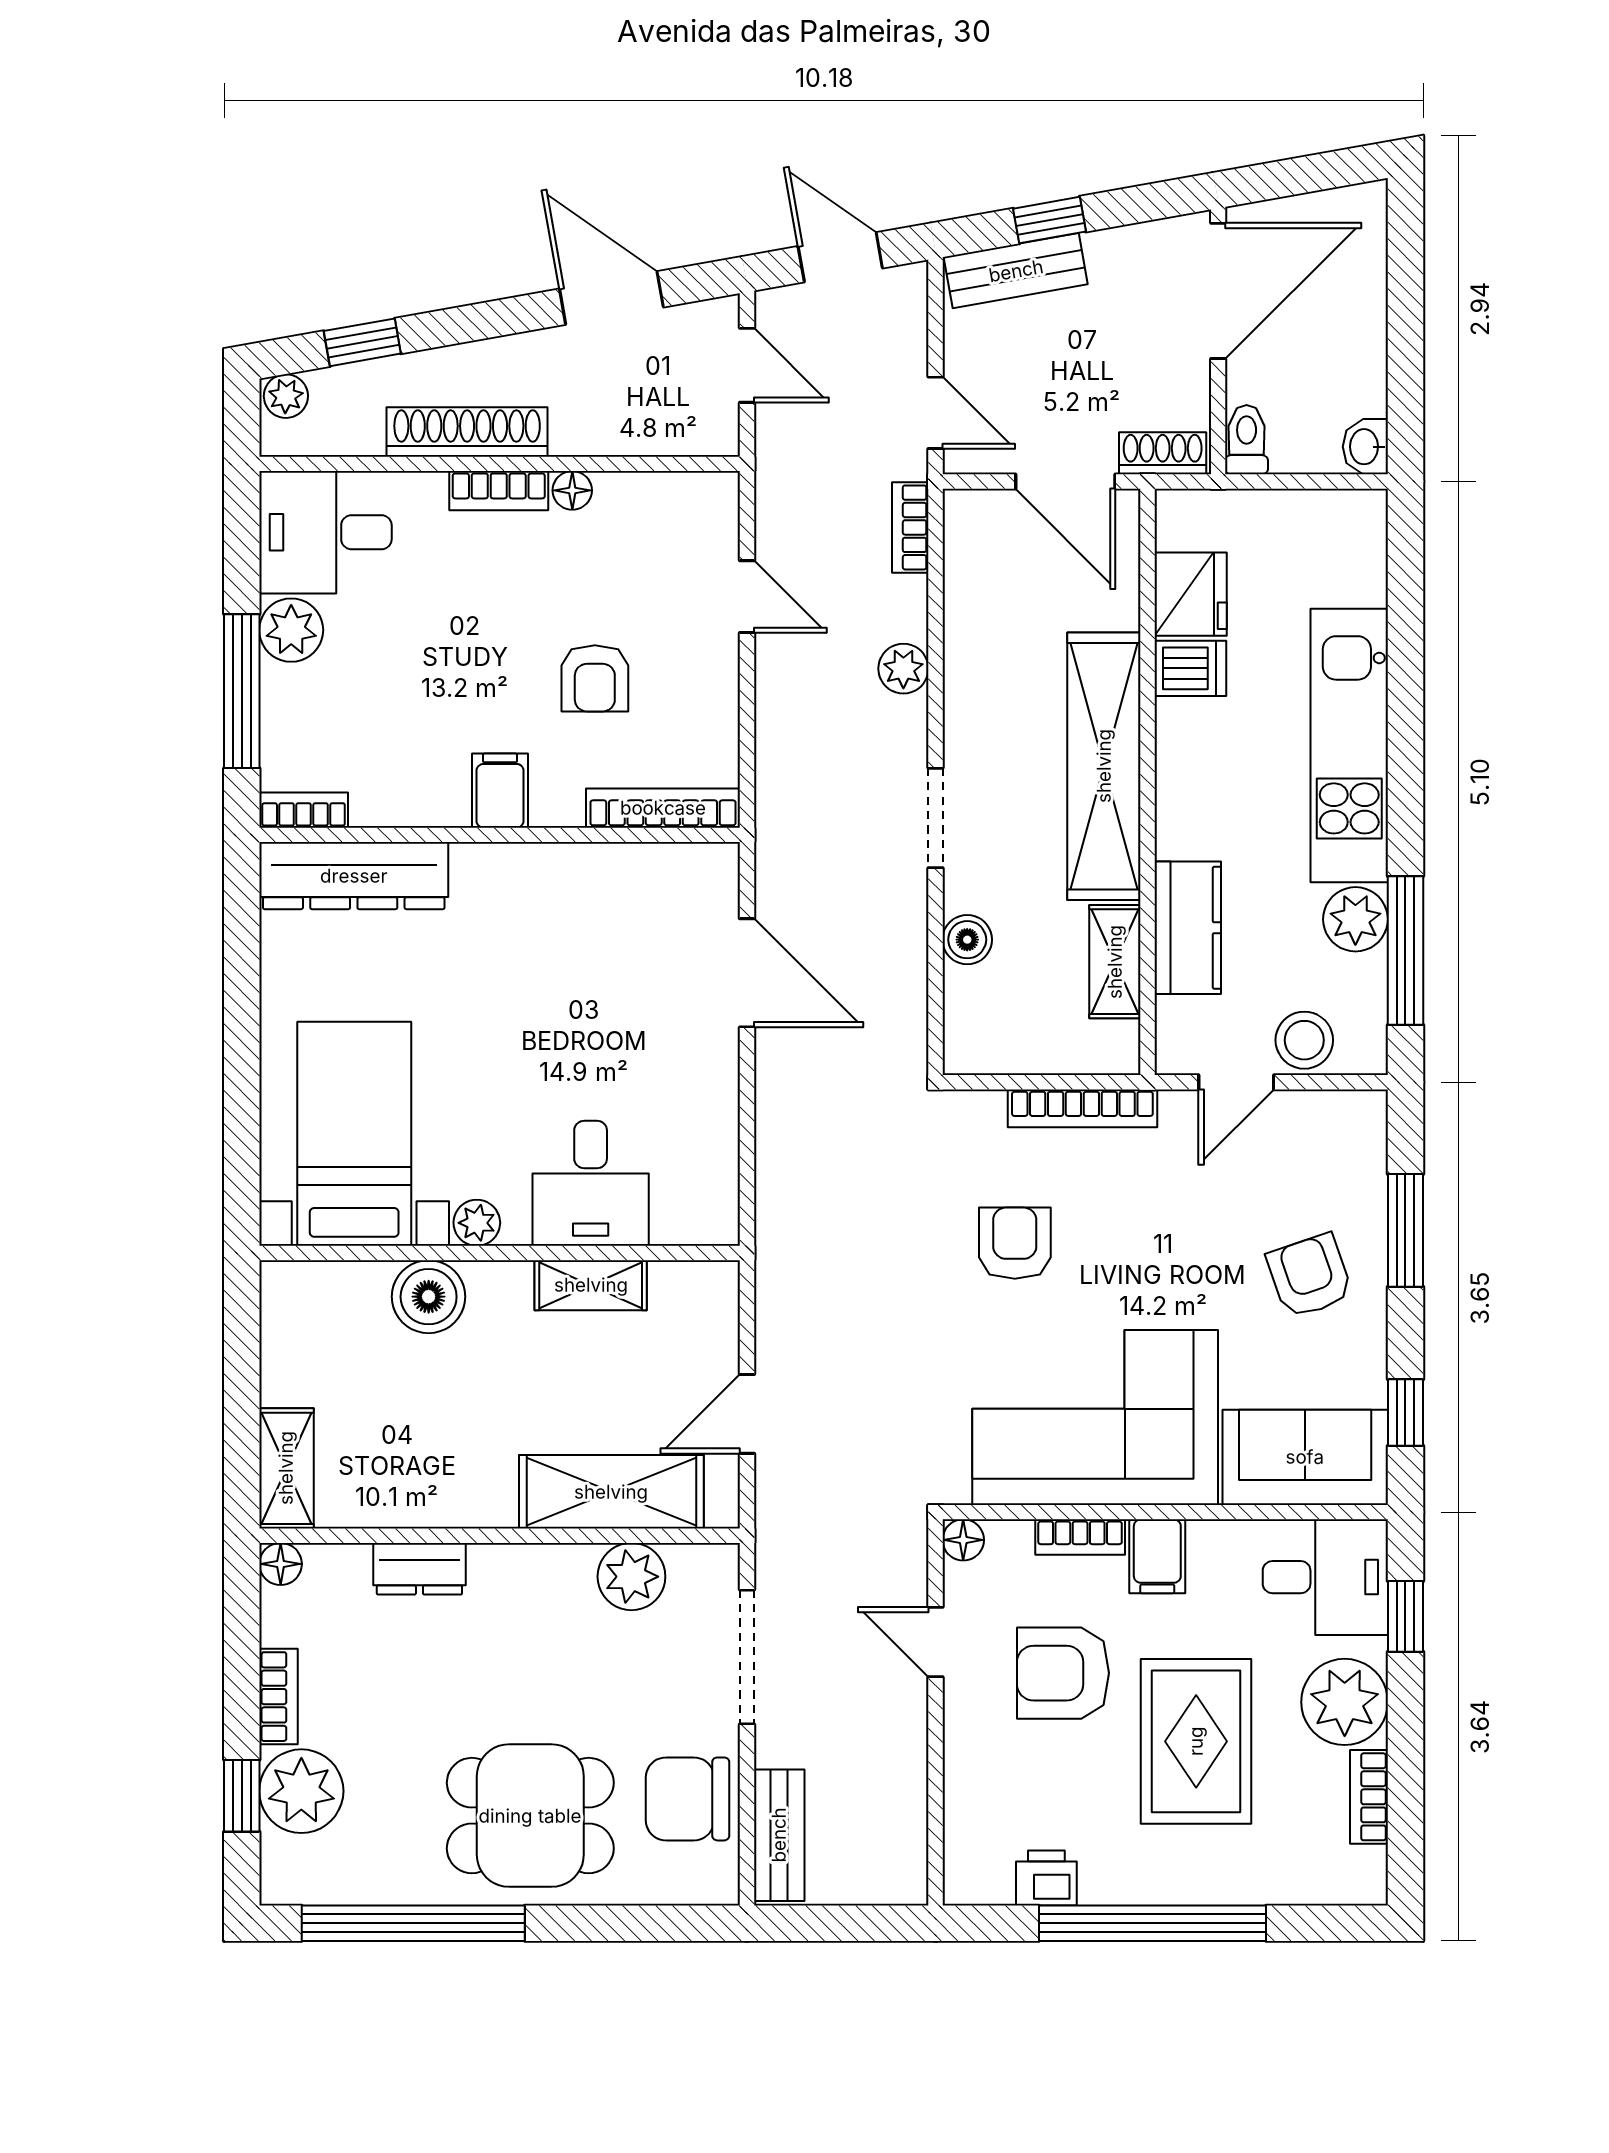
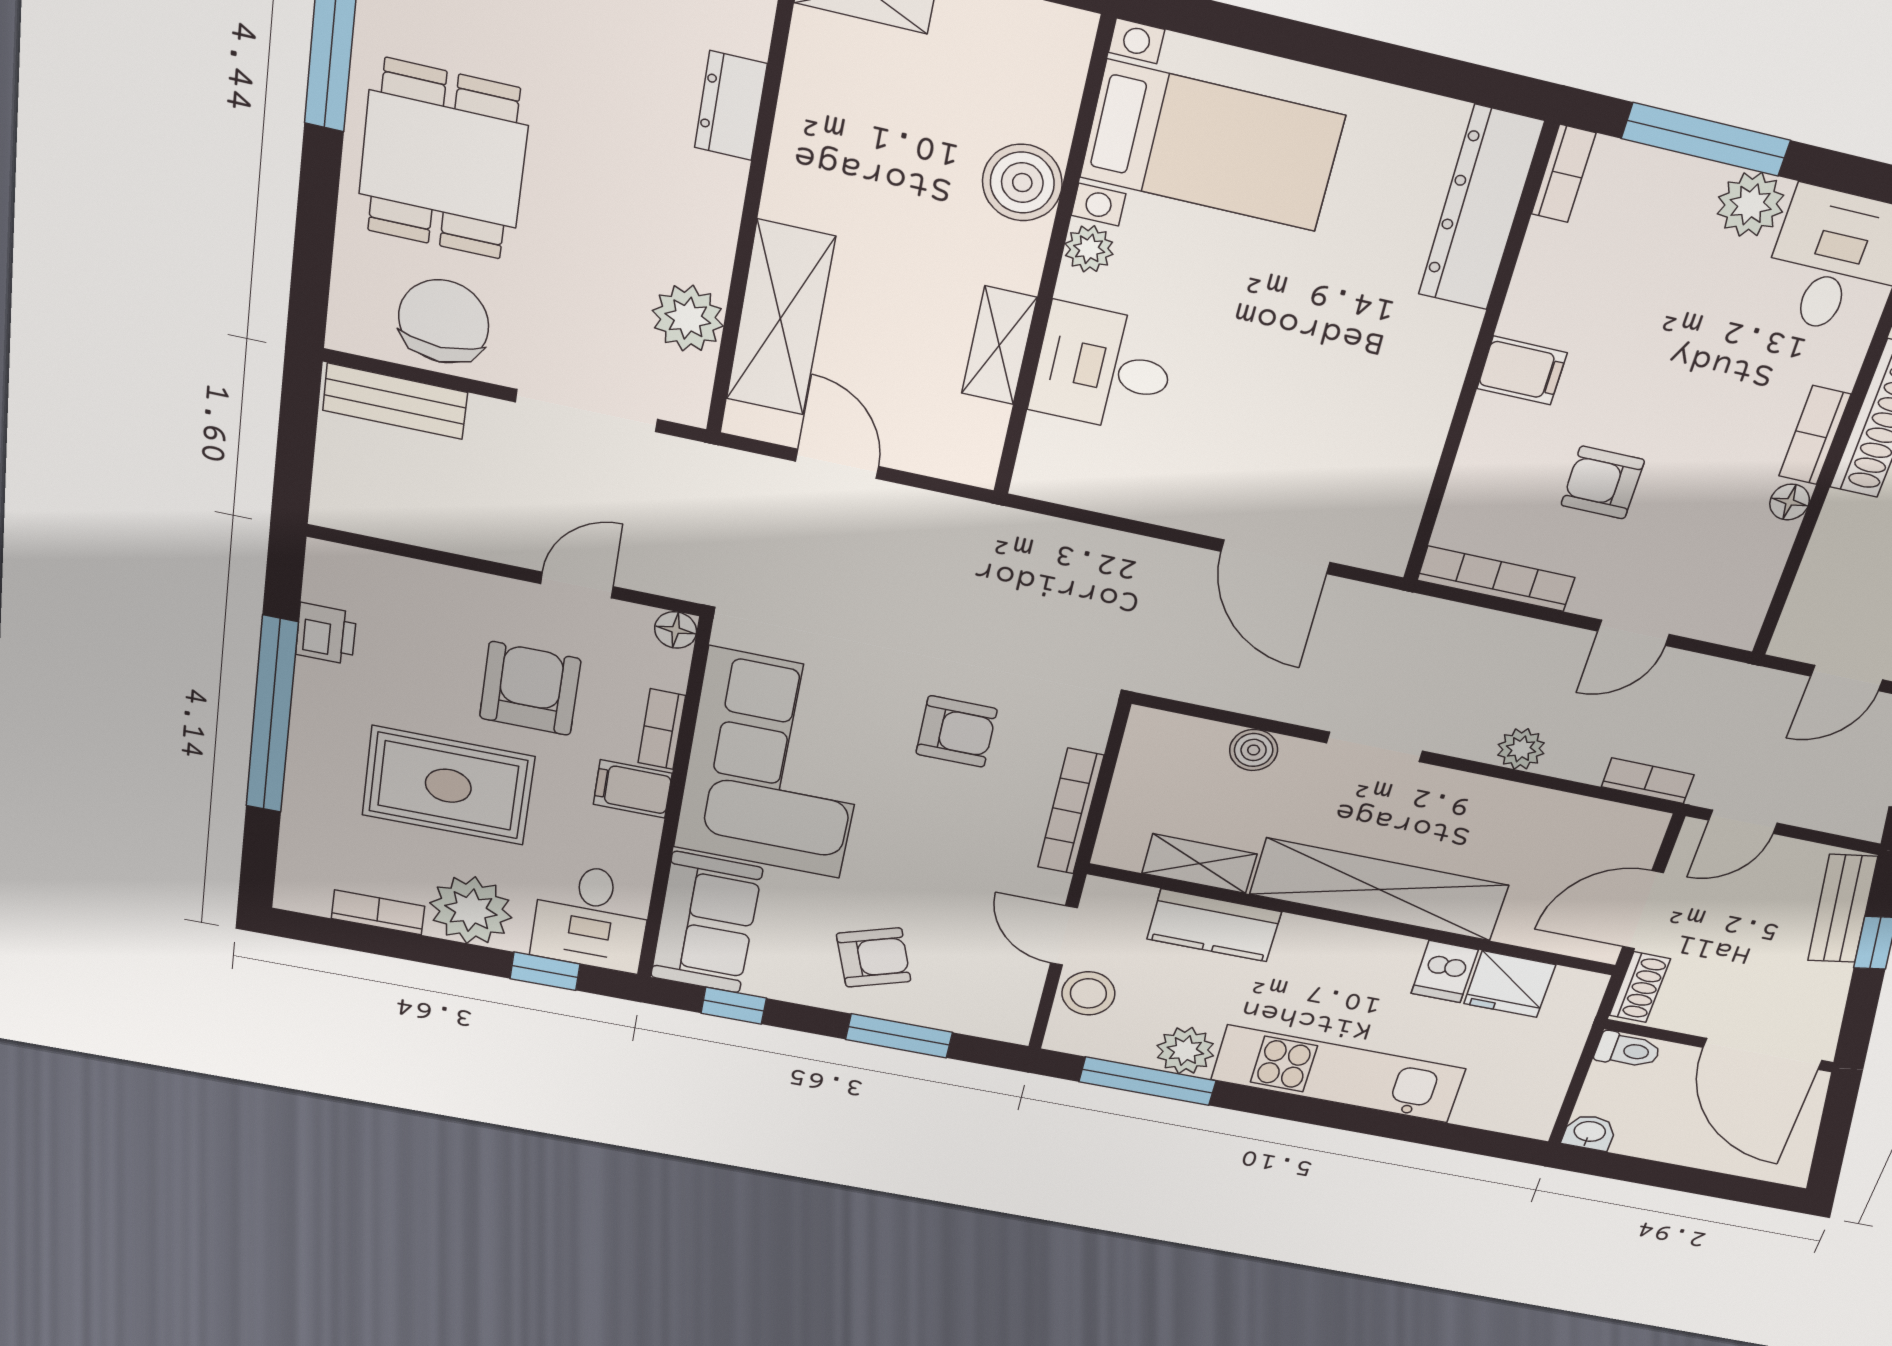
bookcase: (663, 808) -> (1496, 579), moved, turned -90
door: (747, 973) -> (1275, 557), hinge flipped

